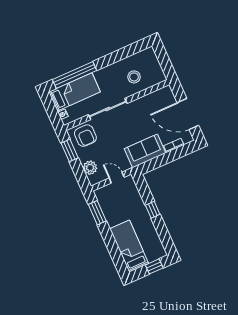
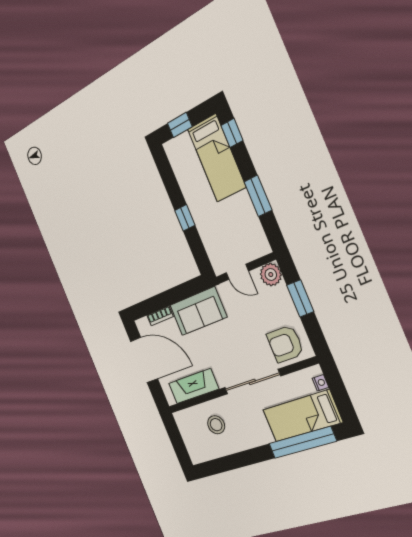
fireplace: (150, 101) -> (194, 386), added
armchair: (85, 136) -> (285, 344), turned -90
window: (70, 150) -> (300, 298), moved
plant: (90, 168) -> (271, 275), moved
window: (97, 213) -> (258, 196), moved
window: (119, 261) -> (232, 133), added

